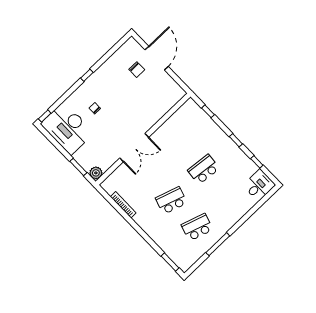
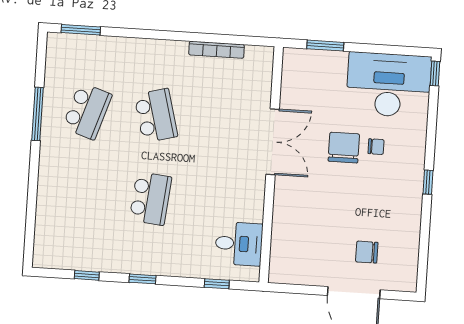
chair: (108, 120) -> (344, 148), added
double door: (134, 148) -> (273, 142), swing flipped
plant: (96, 173) -> (294, 59), removed
desk: (259, 185) -> (239, 244), moved, turned -90
school desk: (171, 201) -> (156, 116), turned -33

